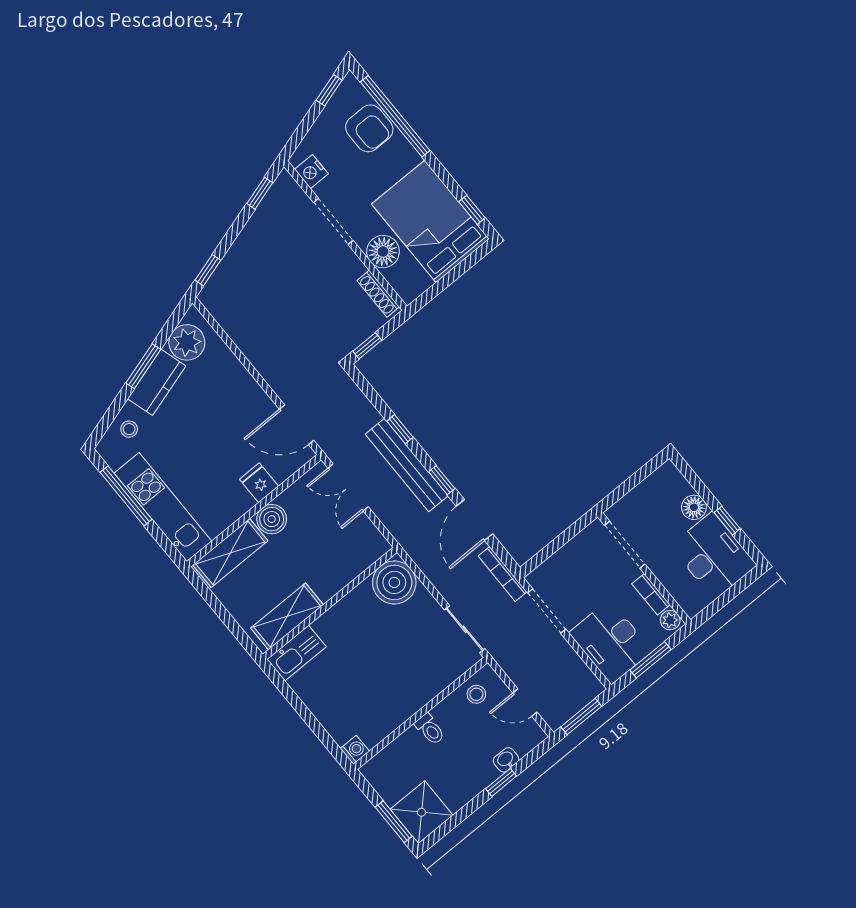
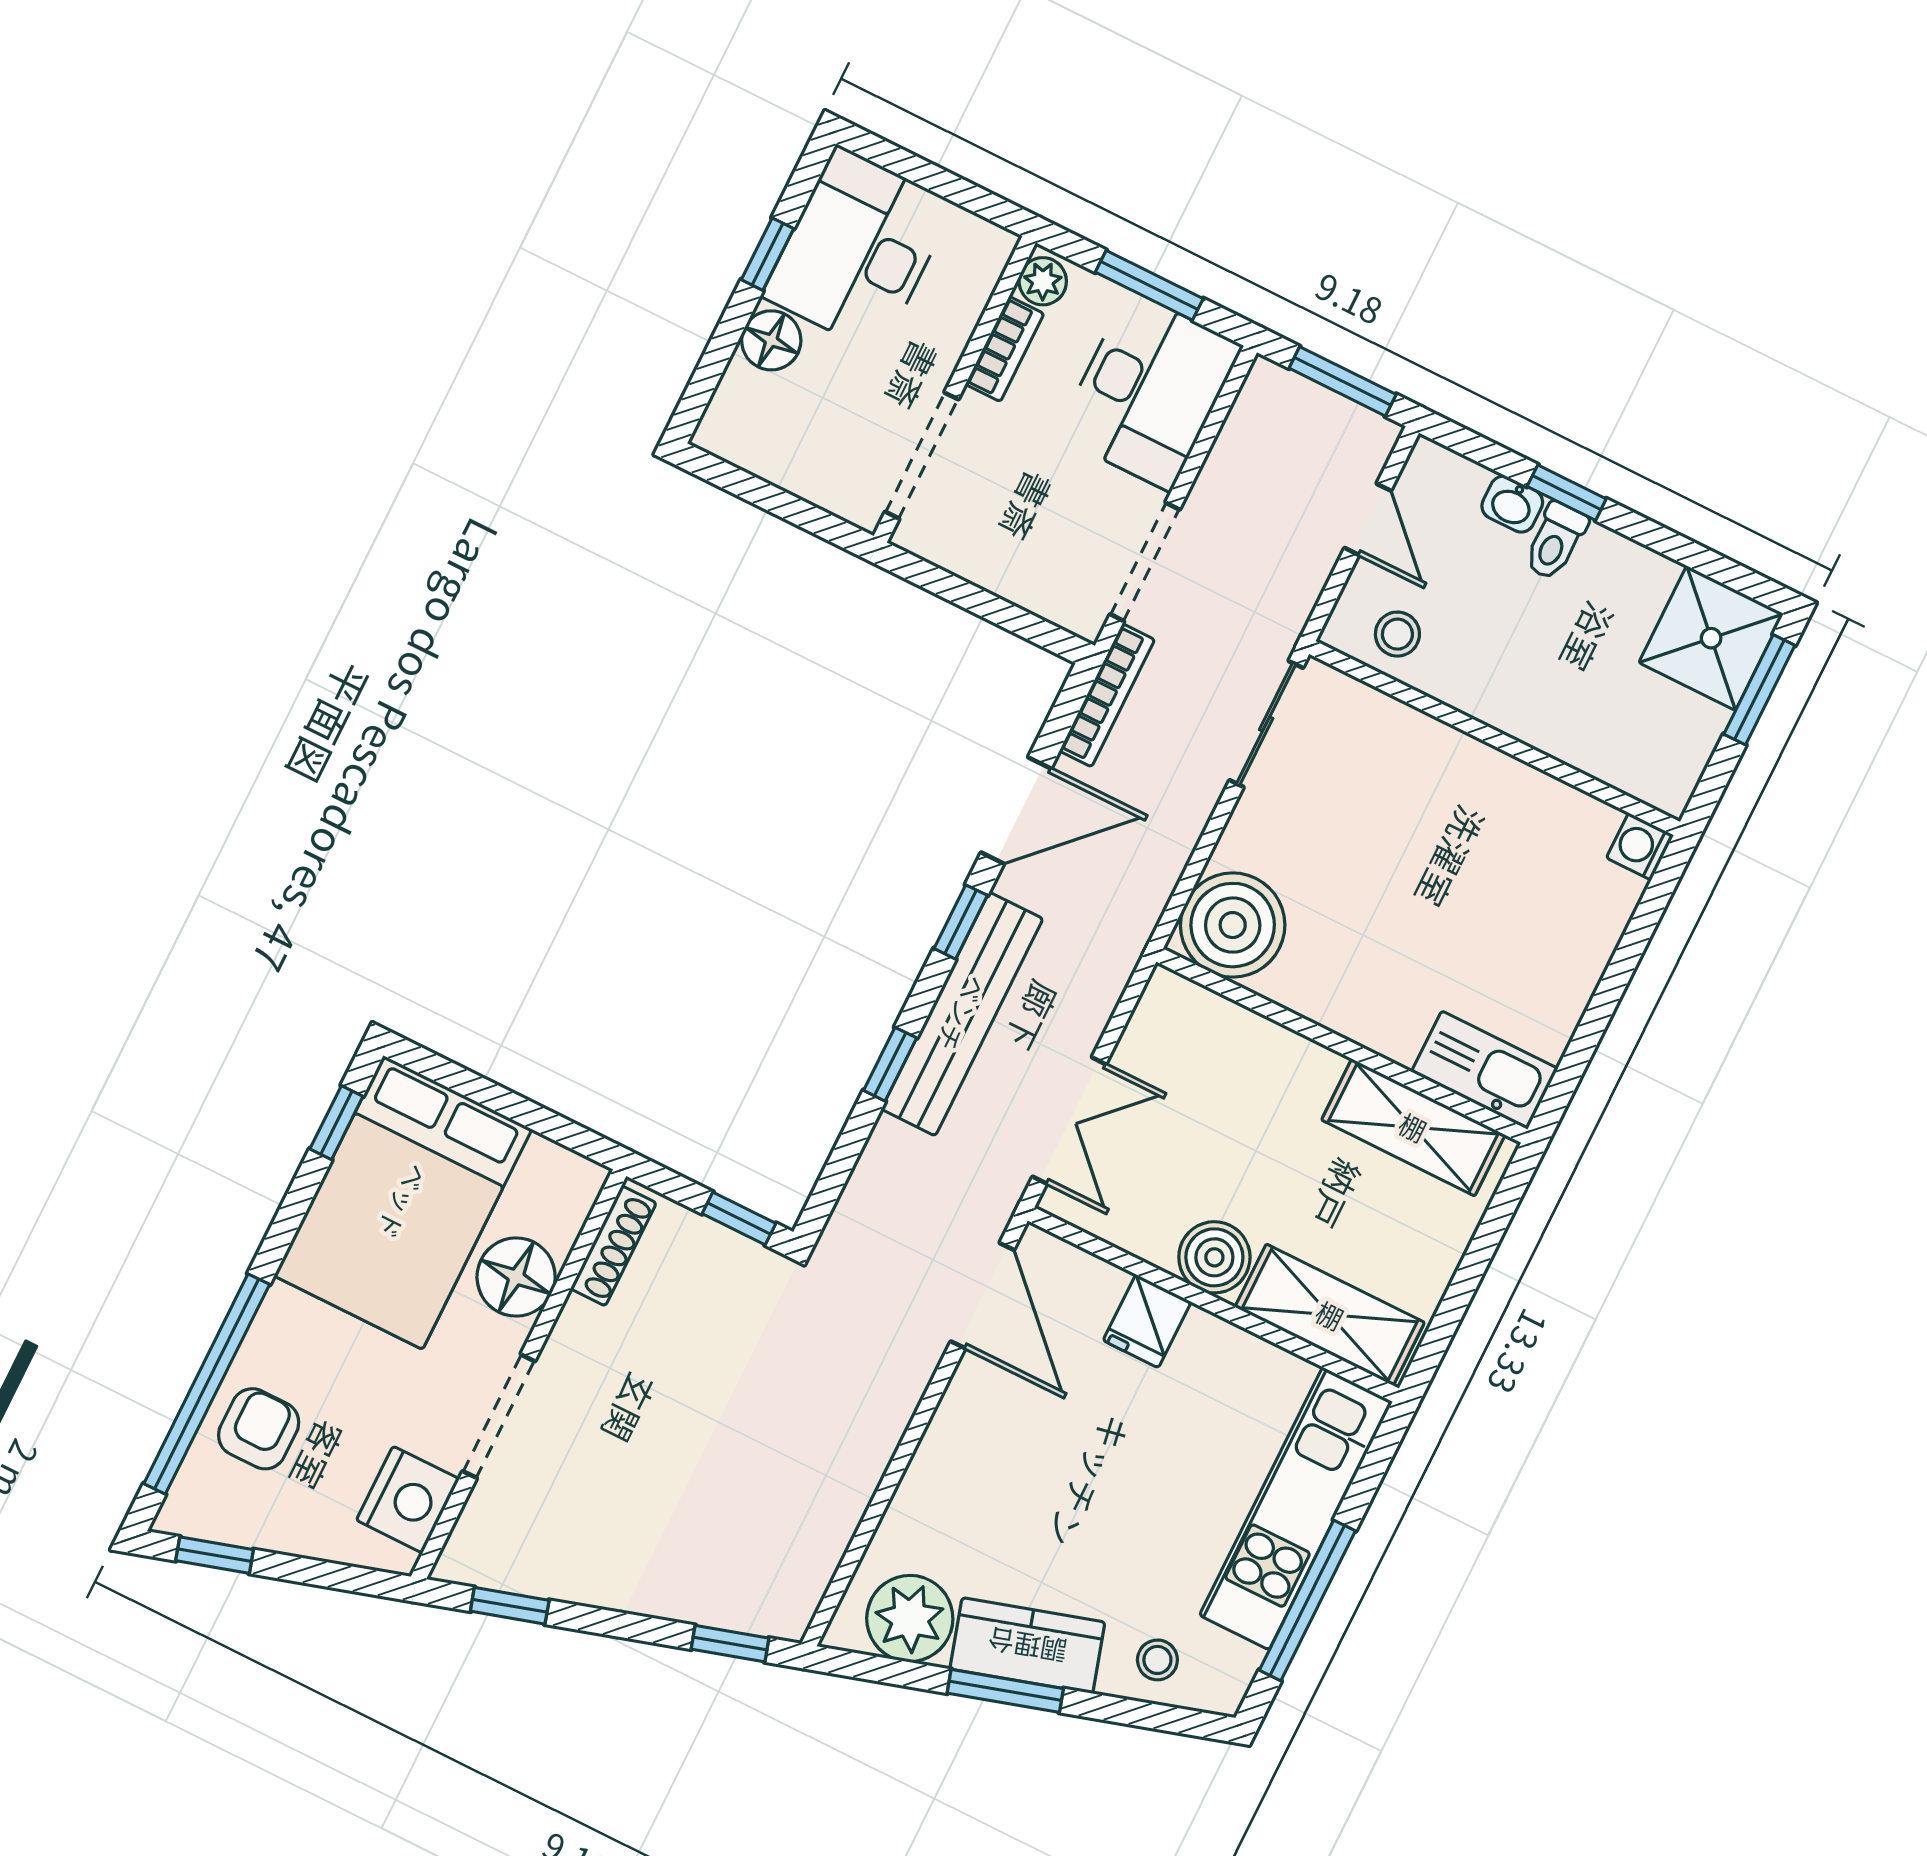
armchair: (369, 128) -> (259, 1429), width x0.72, depth x0.72
nightstand: (311, 172) -> (408, 1500), width x1.36, depth x1.33
toilet: (430, 729) -> (1555, 541), moved, turned 180

